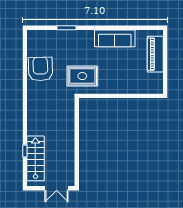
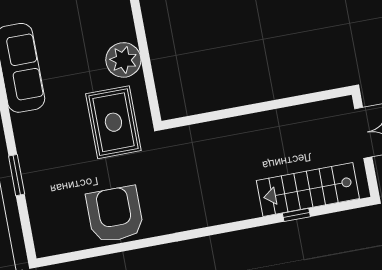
armchair: (40, 69) -> (115, 214), turned 92
plant: (110, 86) -> (123, 60), added

